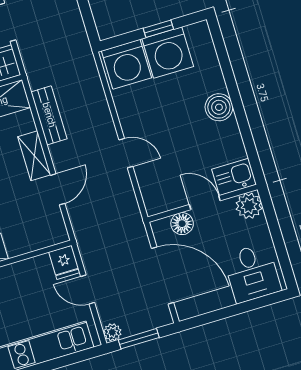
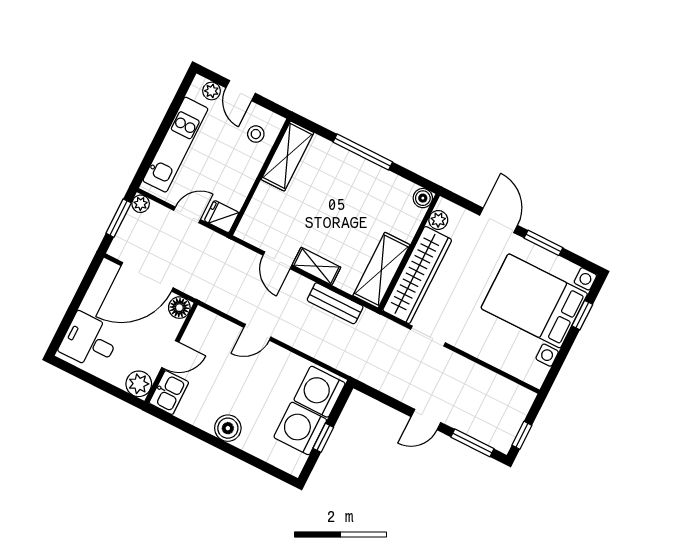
floor lamp: (182, 224) -> (179, 308), moved

